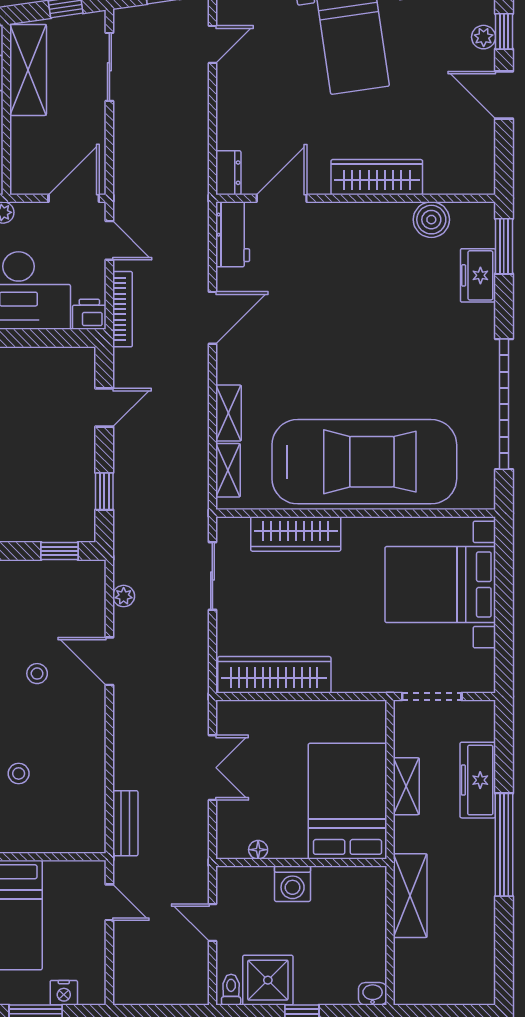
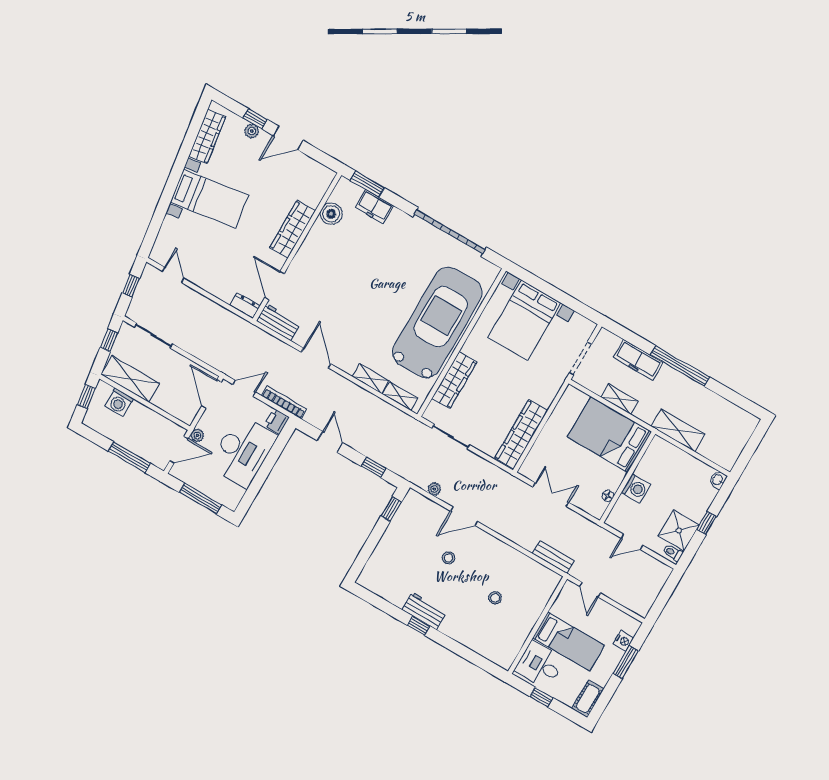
door: (109, 902) -> (590, 590), swing flipped

